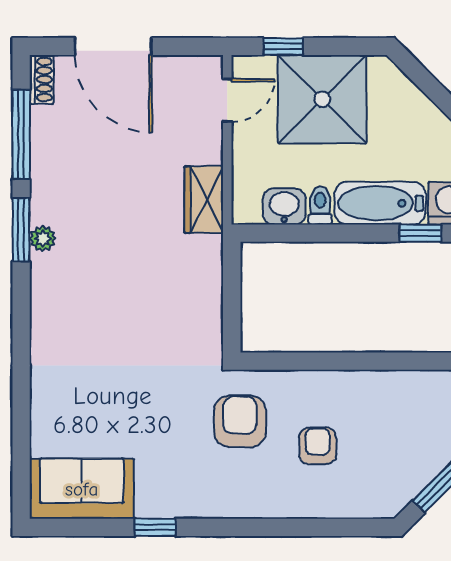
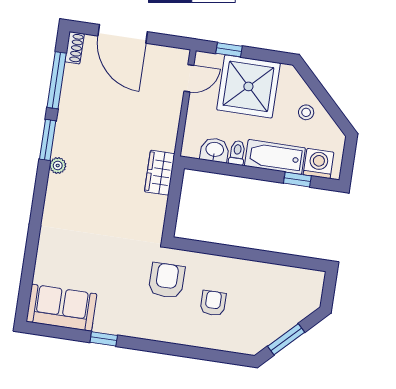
stool: (418, 126) -> (306, 112), added
wardrobe: (204, 200) -> (160, 173), moved
plant: (43, 239) -> (58, 166), moved

